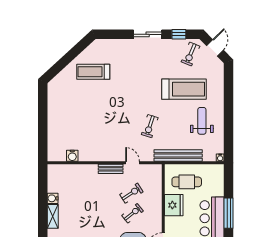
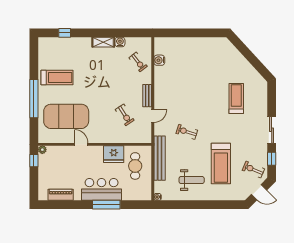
treadmill: (93, 72) -> (236, 99), moved
exercise bike: (133, 213) -> (138, 62), moved

